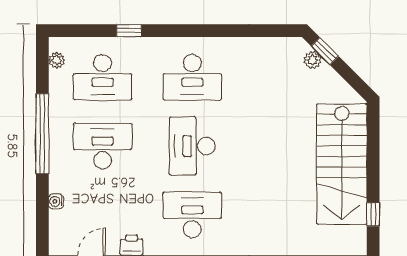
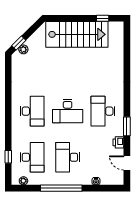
window: (129, 31) -> (8, 157), moved

